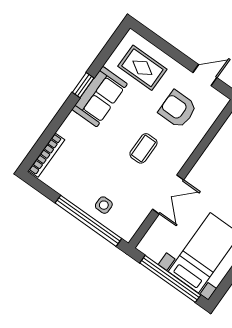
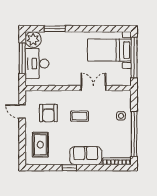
sofa: (100, 97) -> (86, 156), moved
window: (88, 221) -> (134, 134), moved

